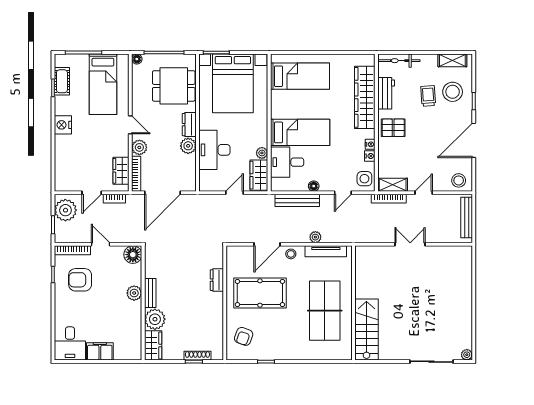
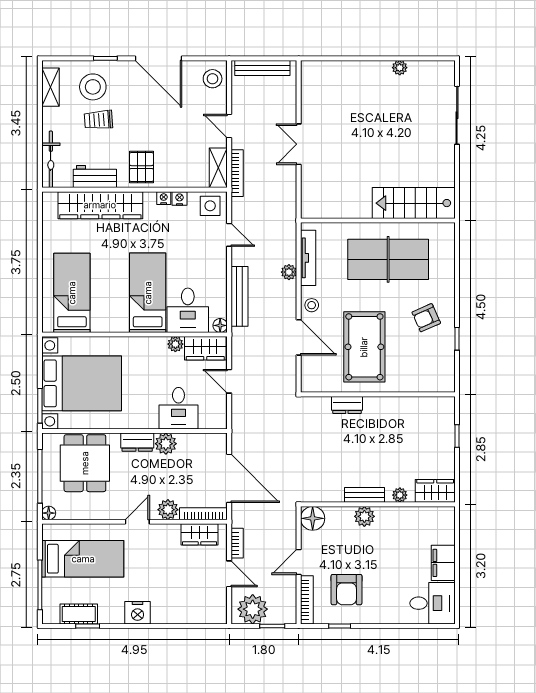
desk: (214, 150) -> (178, 408), width x0.73
floor lamp: (314, 186) -> (220, 325), moved
plant: (155, 319) -> (400, 495), width x0.53, depth x0.53
armchair: (244, 336) -> (426, 318), moved, turned 136
plant: (467, 355) -> (400, 68), moved
shoe rack: (197, 356) -> (449, 431), removed

